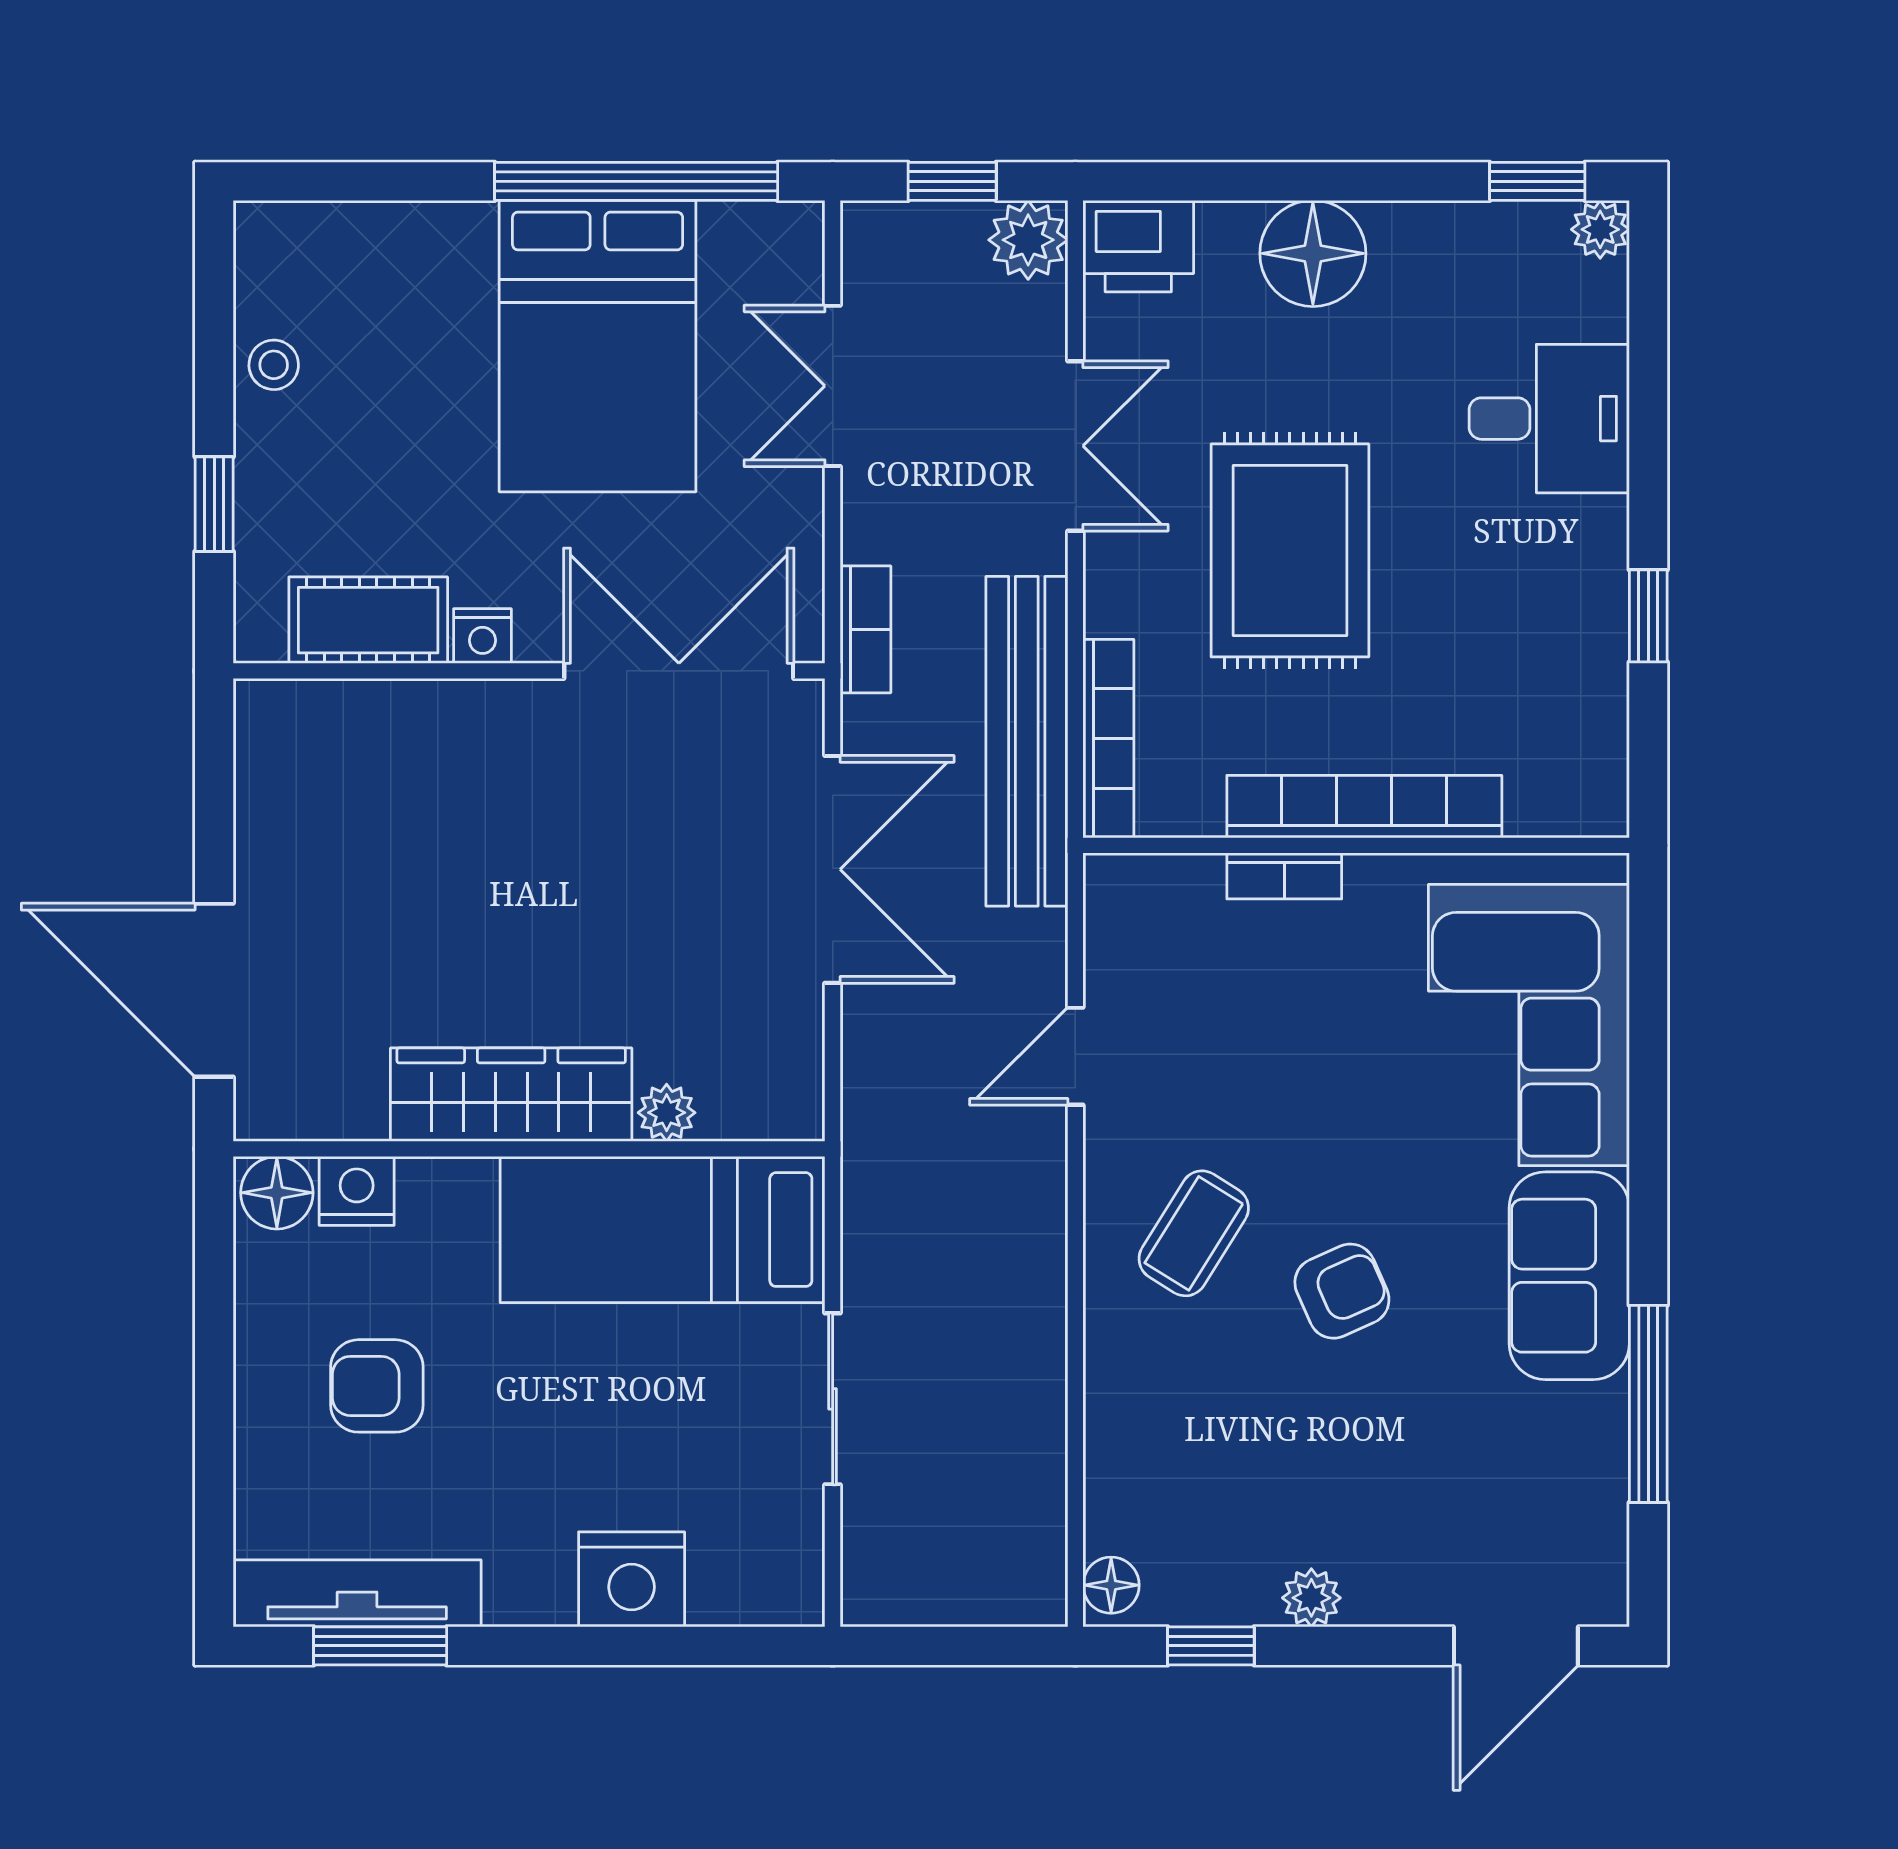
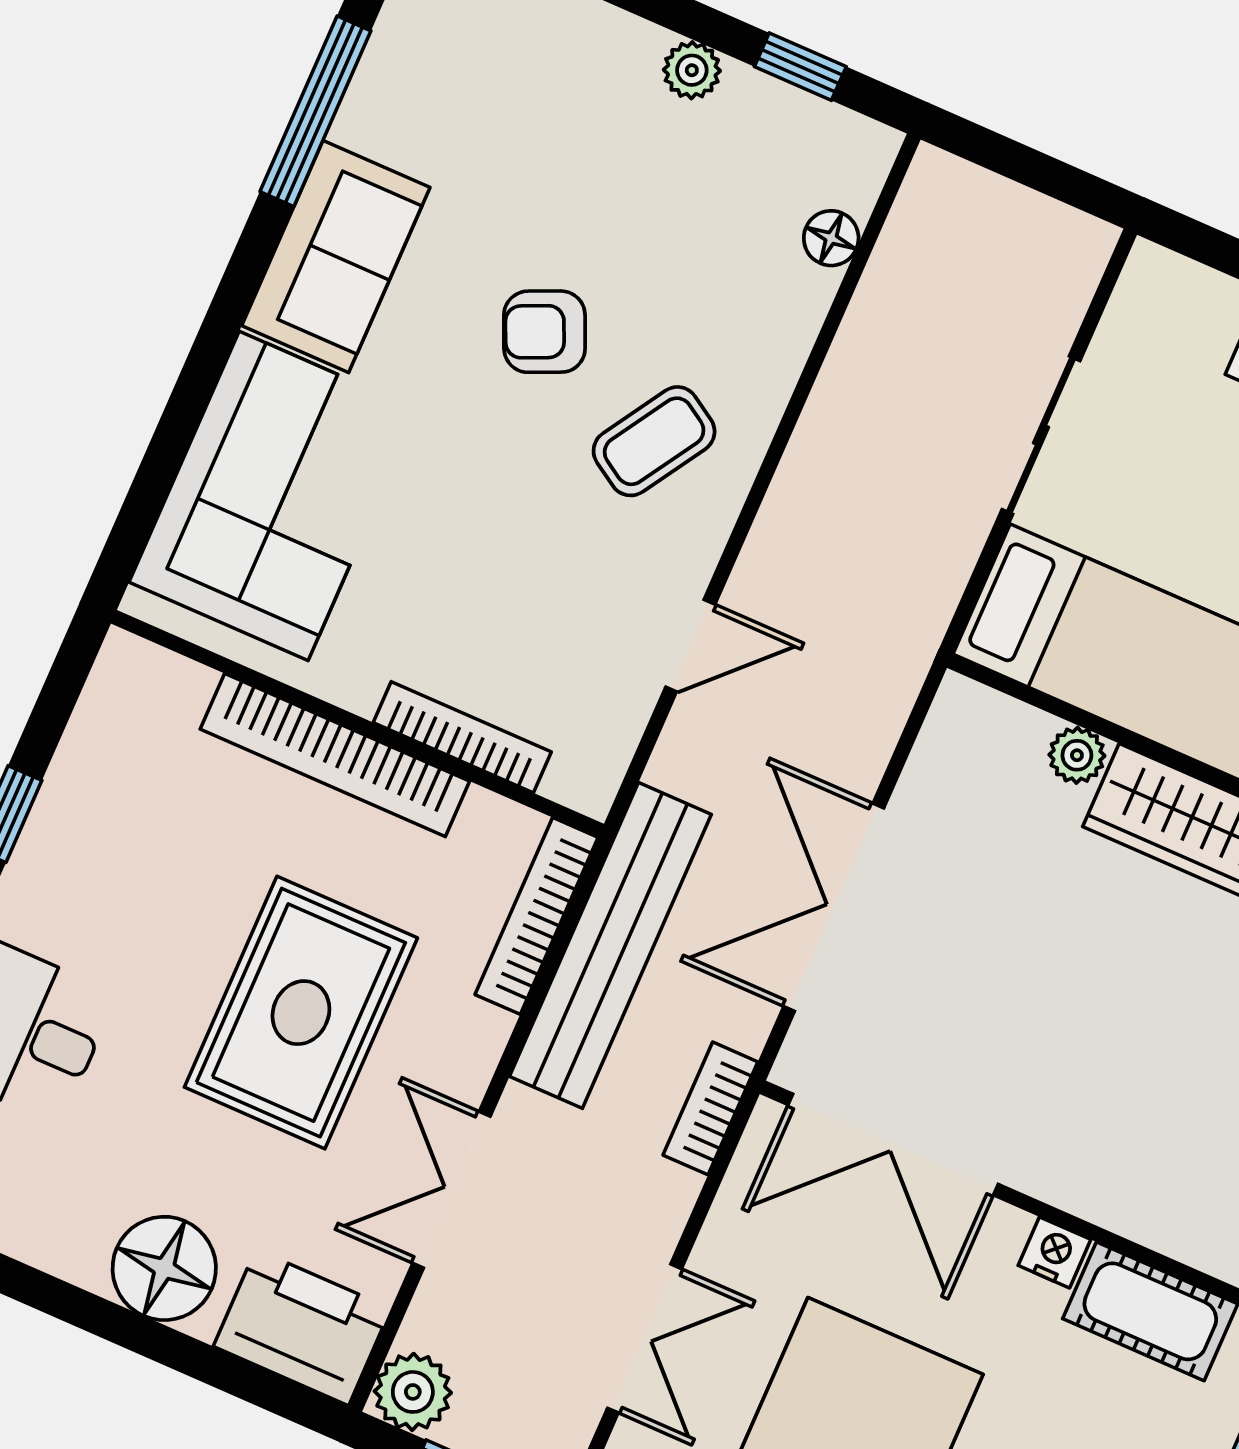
printer: (1138, 246) -> (302, 1327), width x1.37, depth x1.19
bookcase: (1284, 876) -> (462, 737), width x1.56
floor lamp: (1111, 1585) -> (831, 238), moved

